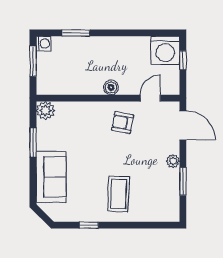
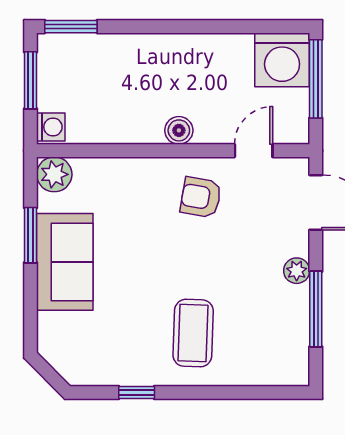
window: (76, 33) -> (71, 27), moved
washing machine: (44, 44) -> (51, 127), moved
window: (183, 60) -> (316, 79), width x2.17
sofa: (51, 177) -> (65, 262), moved
window: (183, 181) -> (316, 309), width x1.44

